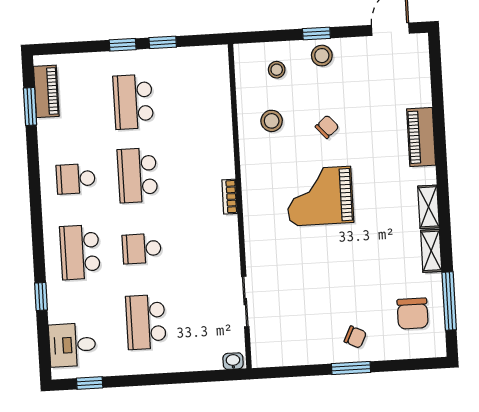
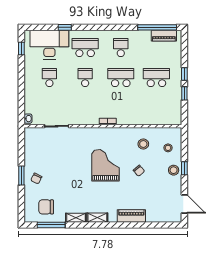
window: (30, 106) -> (157, 27), width x2.11
school desk: (146, 322) -> (49, 77), width x0.54
desk: (72, 345) -> (49, 45), width x1.87, depth x1.30

